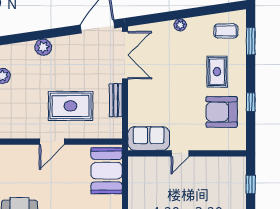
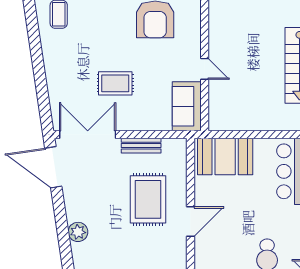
plant: (180, 25) -> (51, 69), removed
rug: (217, 72) -> (115, 83), moved
door: (52, 142) -> (191, 222), hinge flipped

